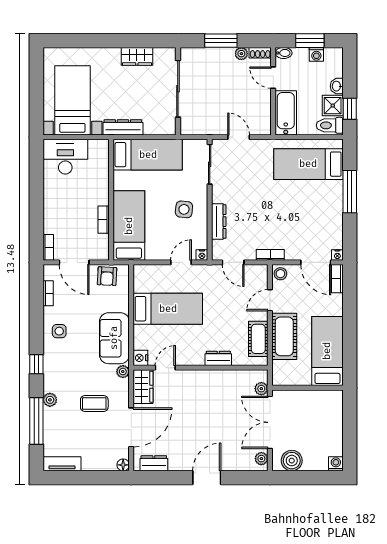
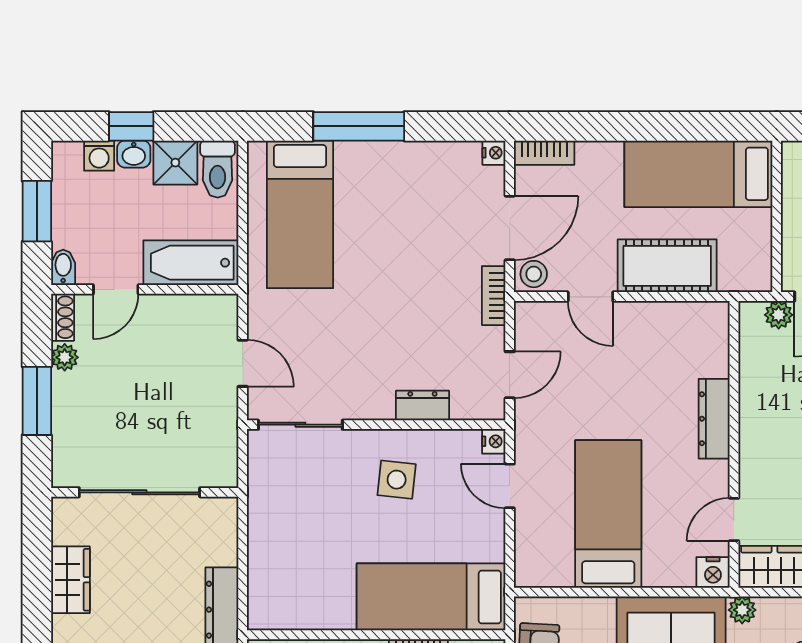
washing machine: (316, 54) -> (99, 156), moved, turned 90
window: (350, 109) -> (131, 126), moved
door: (239, 137) -> (243, 363), swing flipped
bed: (148, 155) -> (280, 557), removed
dresser: (219, 222) -> (422, 405), width x0.70
door: (316, 262) -> (510, 228), moved
cot: (258, 339) -> (673, 321), removed
dresser: (218, 358) -> (714, 419), width x1.44
door: (165, 368) -> (734, 519), hinge flipped

